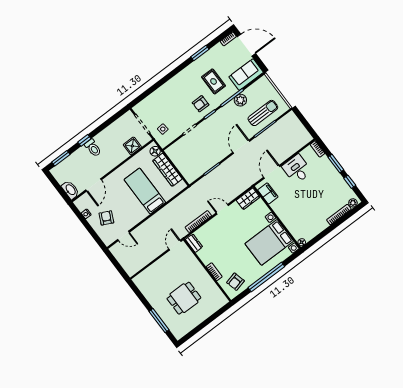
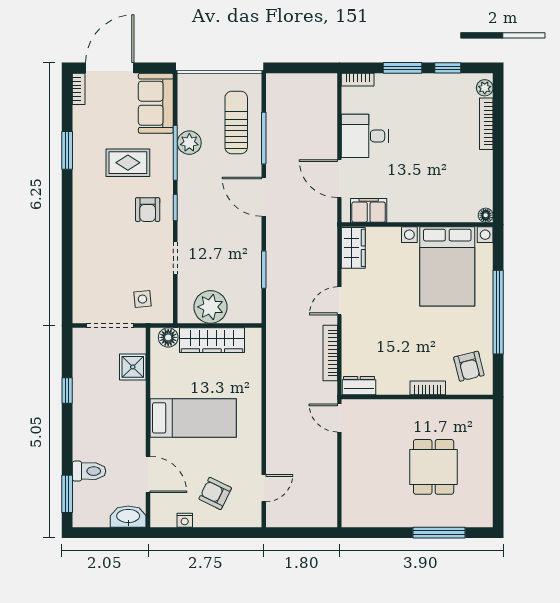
window: (84, 140) -> (67, 391), moved
toilet: (93, 148) -> (89, 471), moved
plant: (180, 159) -> (210, 307), added
bed: (145, 191) -> (193, 418), moved, turned 180

